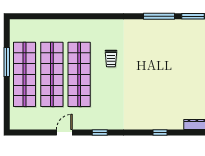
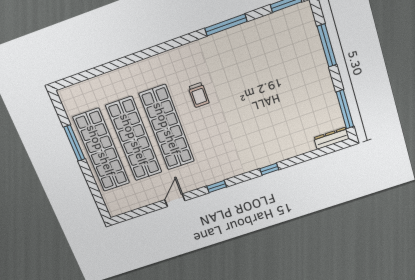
window: (159, 16) -> (226, 25), moved
window: (160, 133) -> (269, 169), moved

